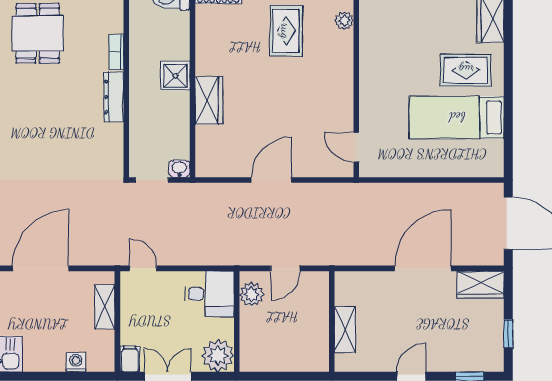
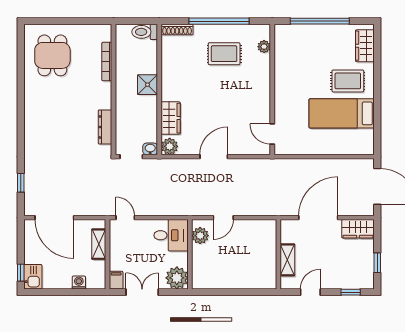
rug: (286, 31) -> (224, 54), turned 90
bookcase: (116, 52) -> (107, 62), width x1.56
dresser: (114, 97) -> (105, 127), moved
wardrobe: (209, 100) -> (171, 118), moved
plant: (207, 165) -> (170, 146), added
door: (41, 268) -> (54, 218), swing flipped
wall: (332, 321) -> (278, 254), moved
shelving: (345, 329) -> (287, 260), moved

